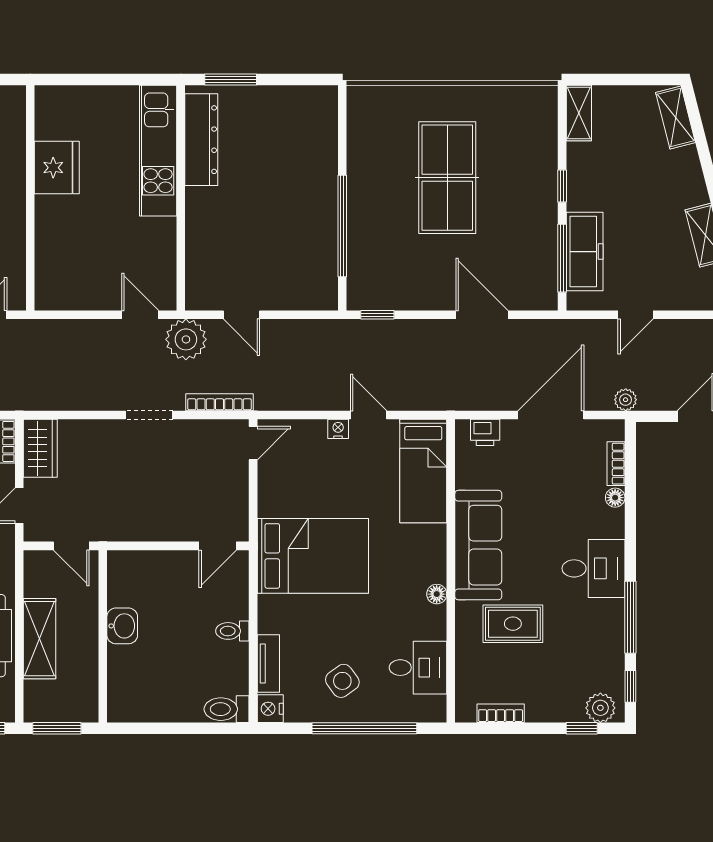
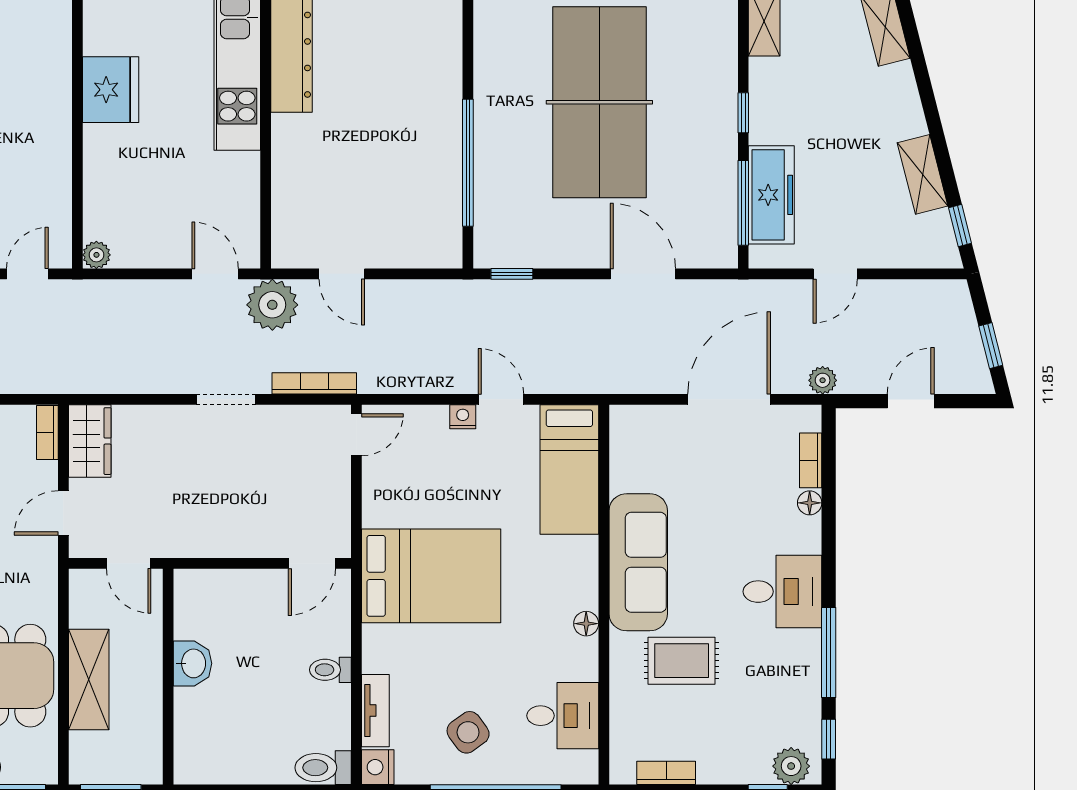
table tennis table: (447, 178) -> (599, 102), width x1.36, depth x1.32
plant: (46, 300) -> (96, 255), added
printer: (485, 432) -> (647, 421), removed

